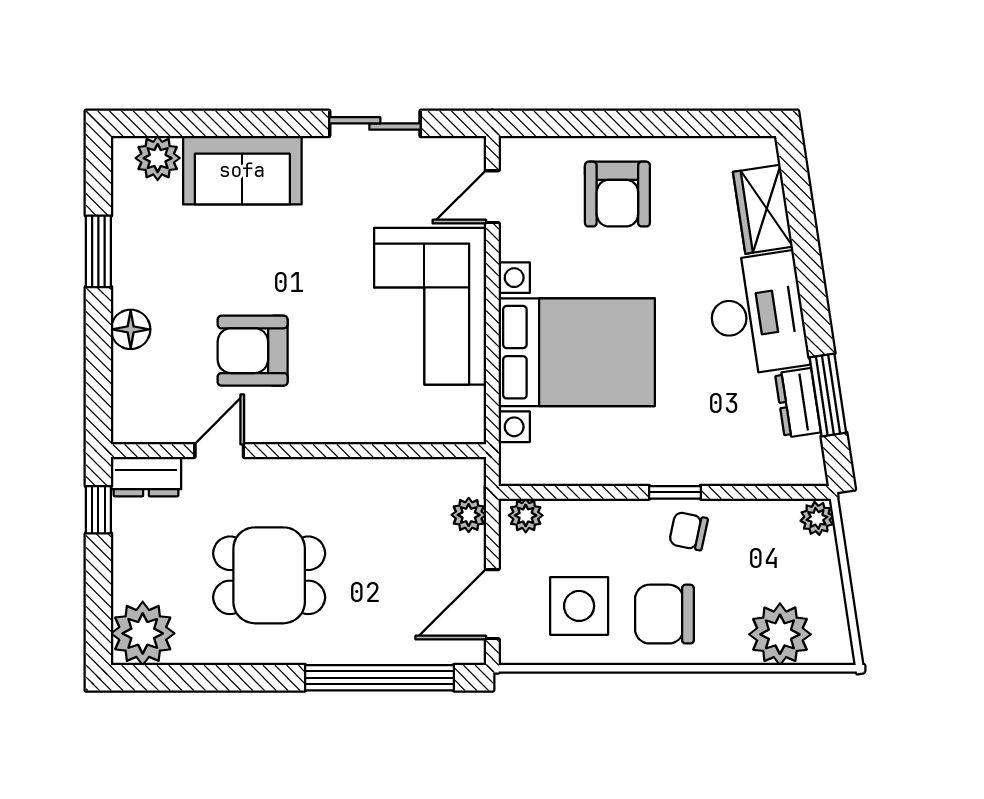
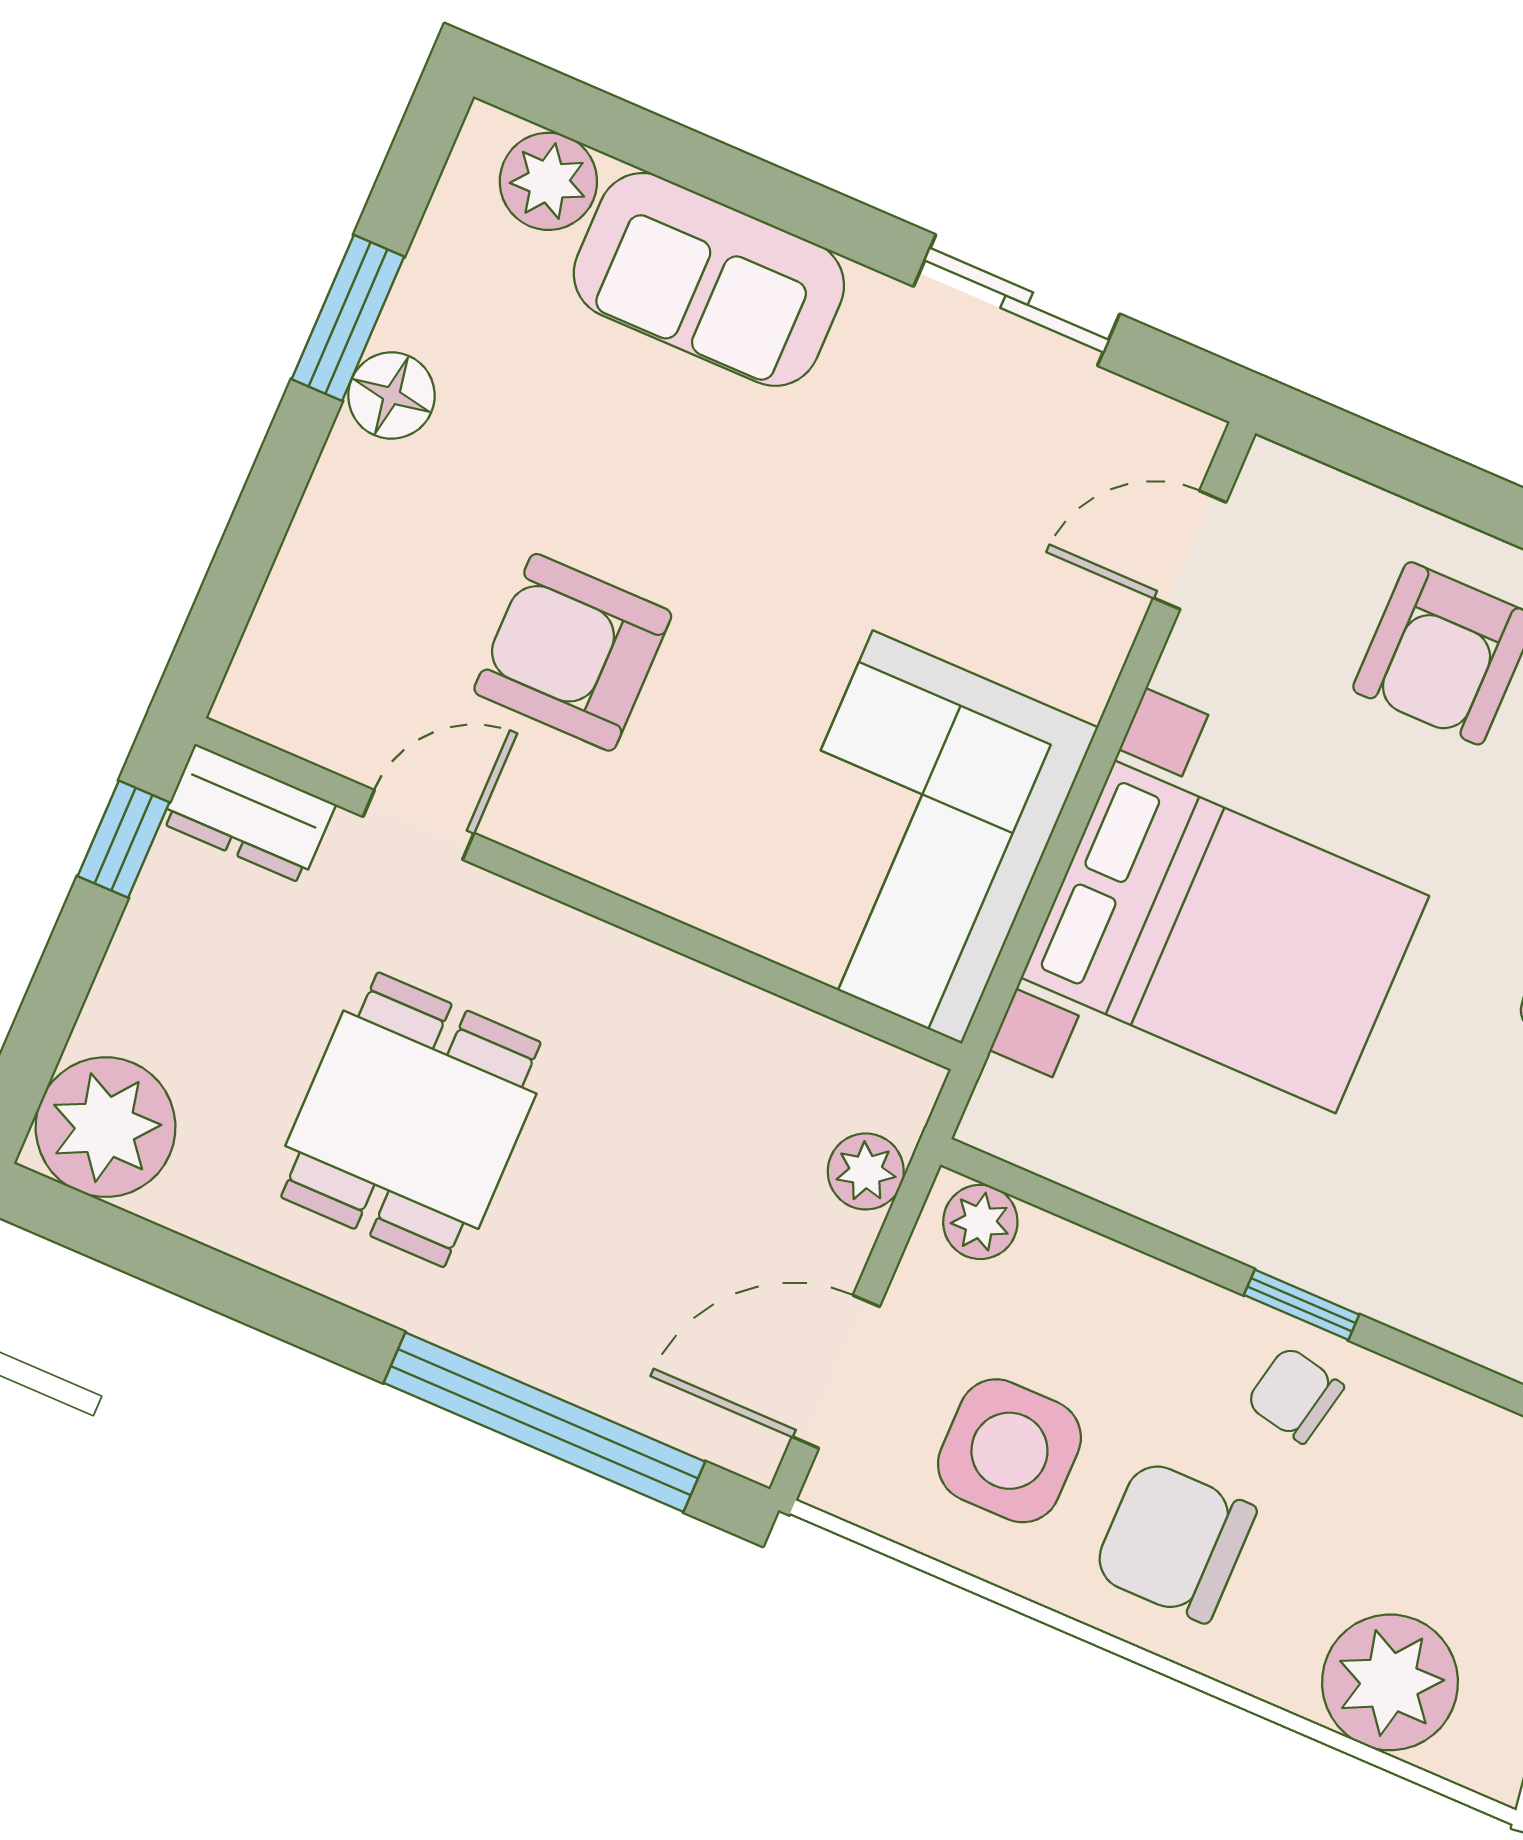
corner sofa: (430, 306) -> (917, 837), moved
floor lamp: (131, 329) -> (391, 396), moved
dining table: (269, 575) -> (411, 1120), turned 90

